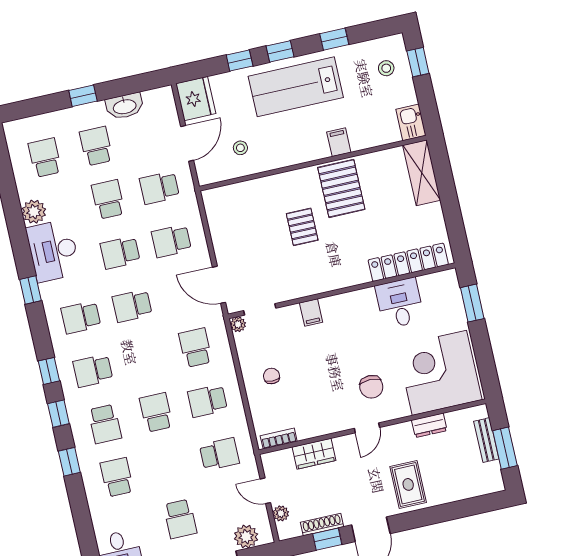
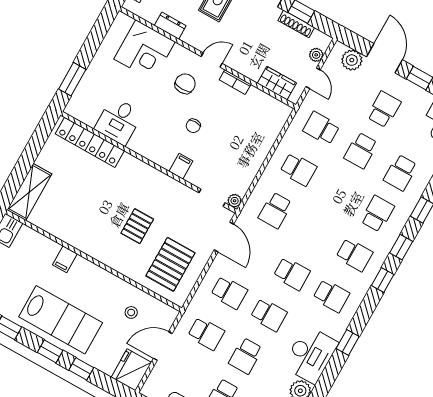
pallet: (341, 188) -> (170, 264), moved
corner desk: (439, 373) -> (145, 50), width x0.74, depth x0.74
chair: (272, 376) -> (193, 126), moved
school desk: (156, 412) -> (361, 150), moved
bookcase: (279, 439) -> (235, 82), moved
wardrobe: (314, 454) -> (277, 83), moved

